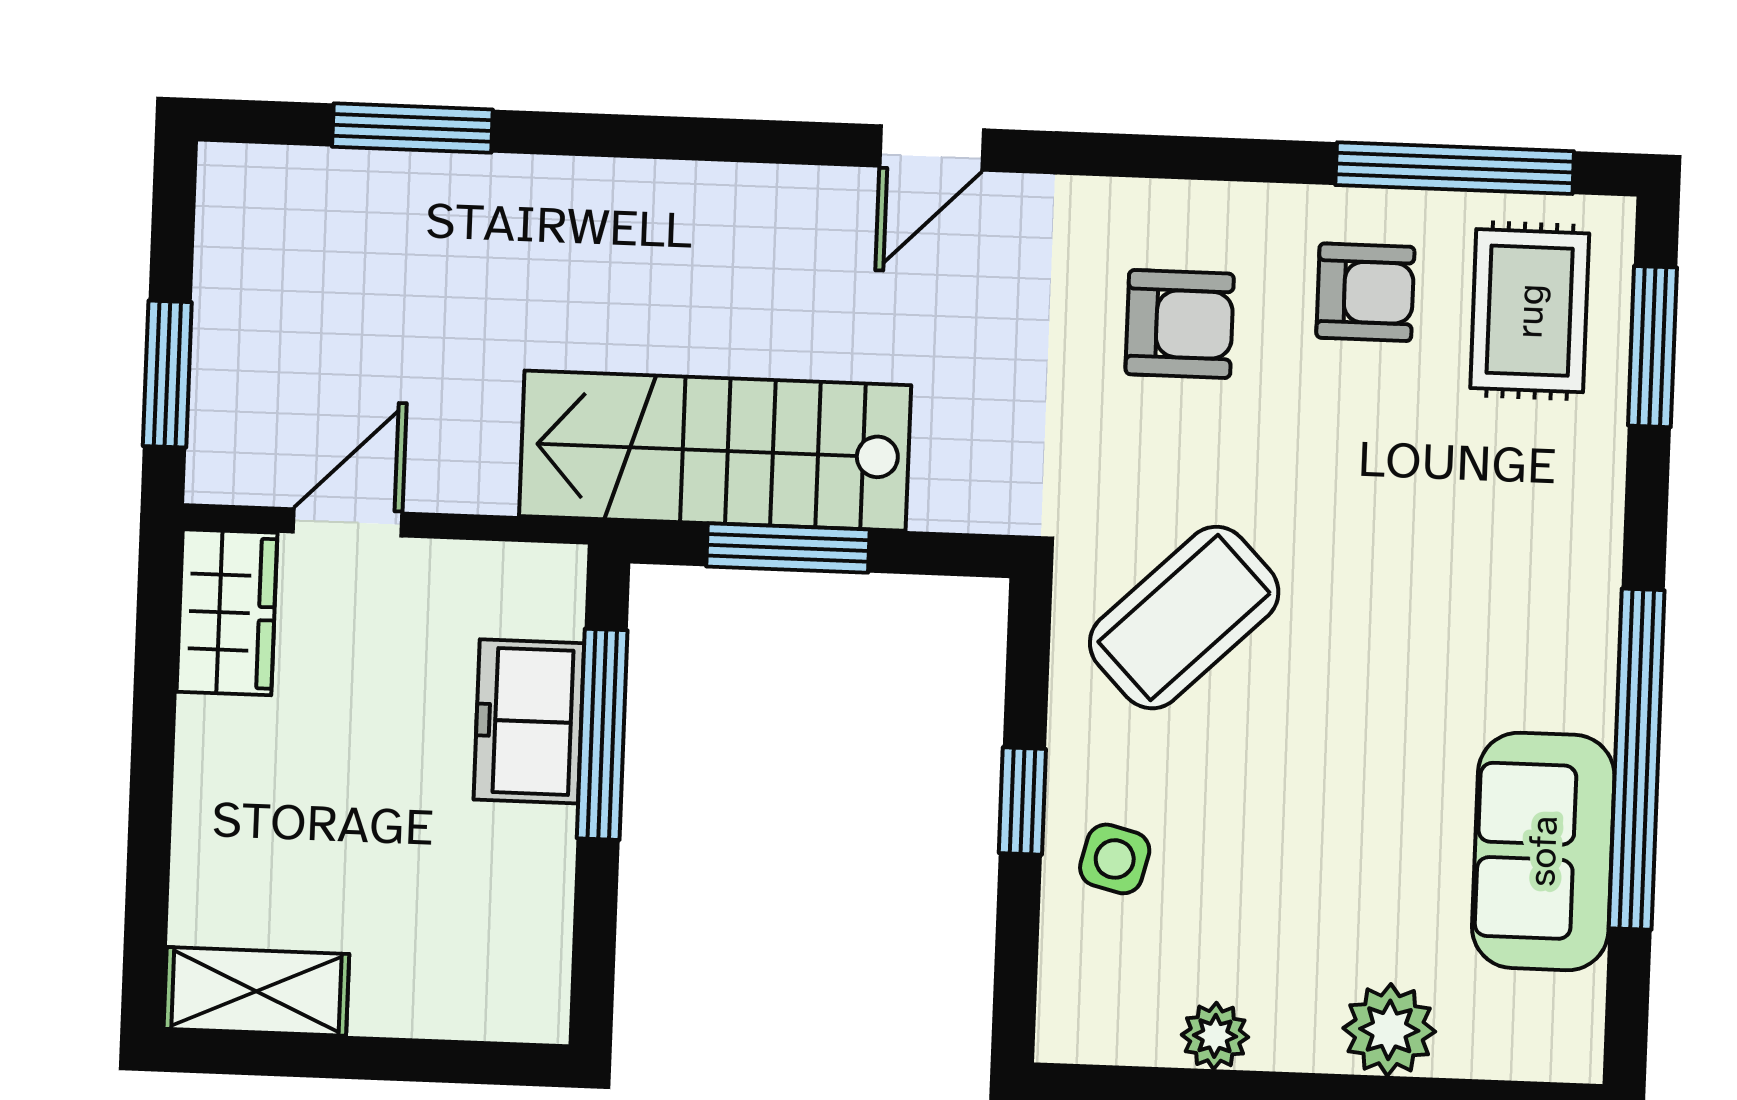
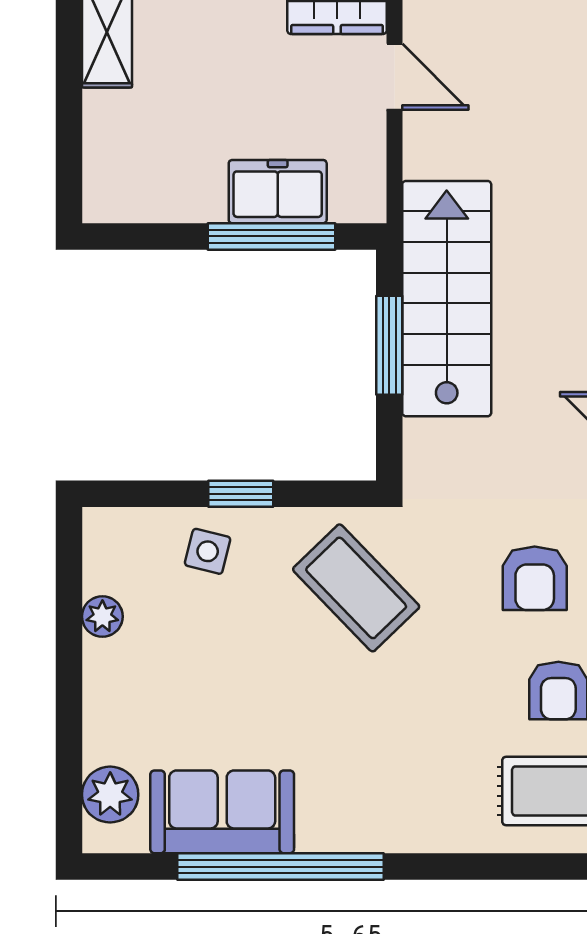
window: (1652, 347) -> (532, 867), removed
plant: (1389, 1030) -> (110, 795), moved

